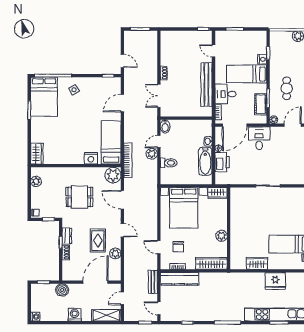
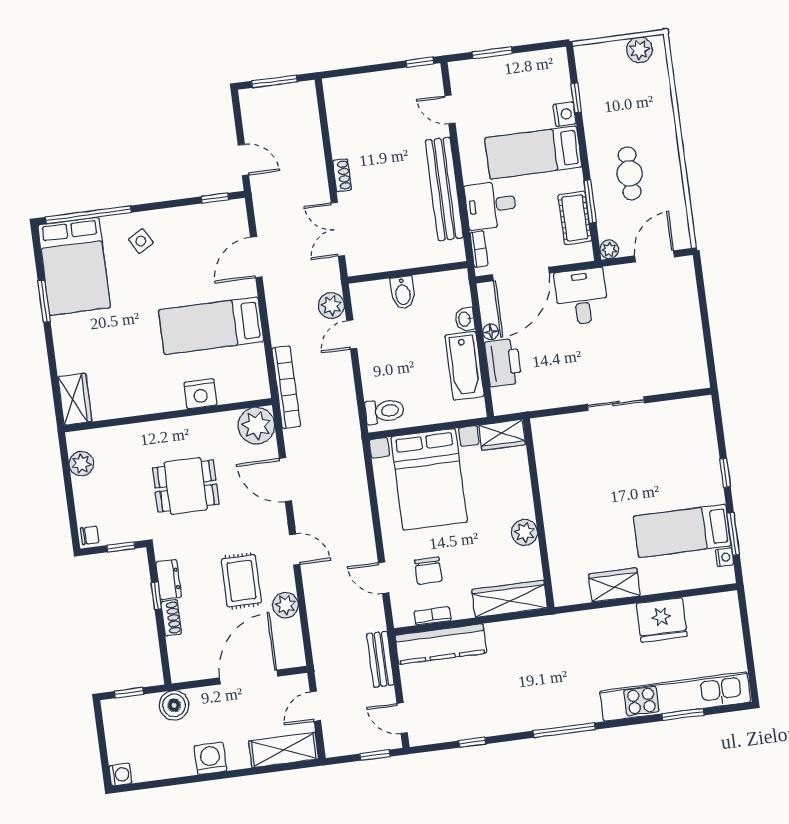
bidet: (165, 126) -> (403, 293), moved
bed: (111, 143) -> (211, 326), moved, turned -90
plant: (152, 154) -> (331, 306), moved
toilet: (169, 163) -> (385, 411), moved

